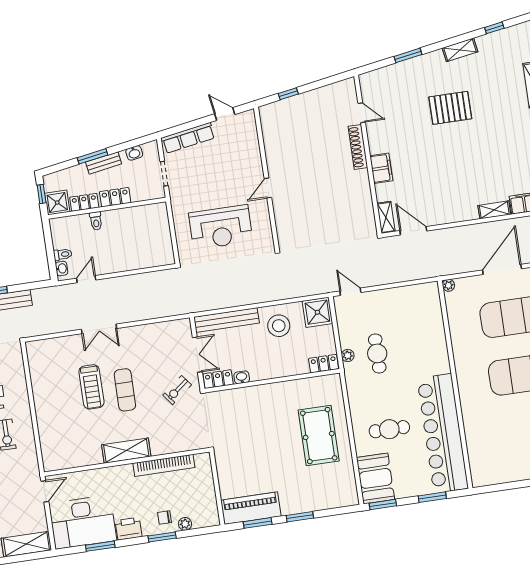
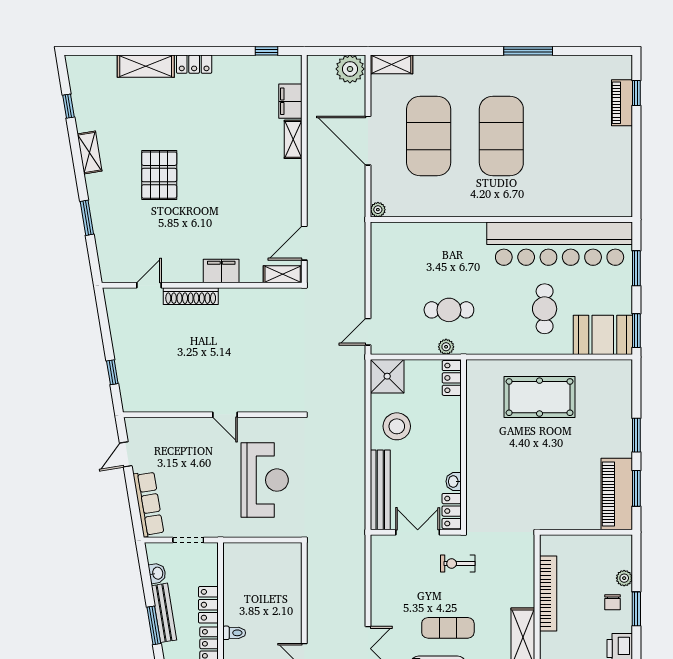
bench: (104, 163) -> (164, 613), width x1.36
exercise bike: (177, 390) -> (458, 564), turned 128

